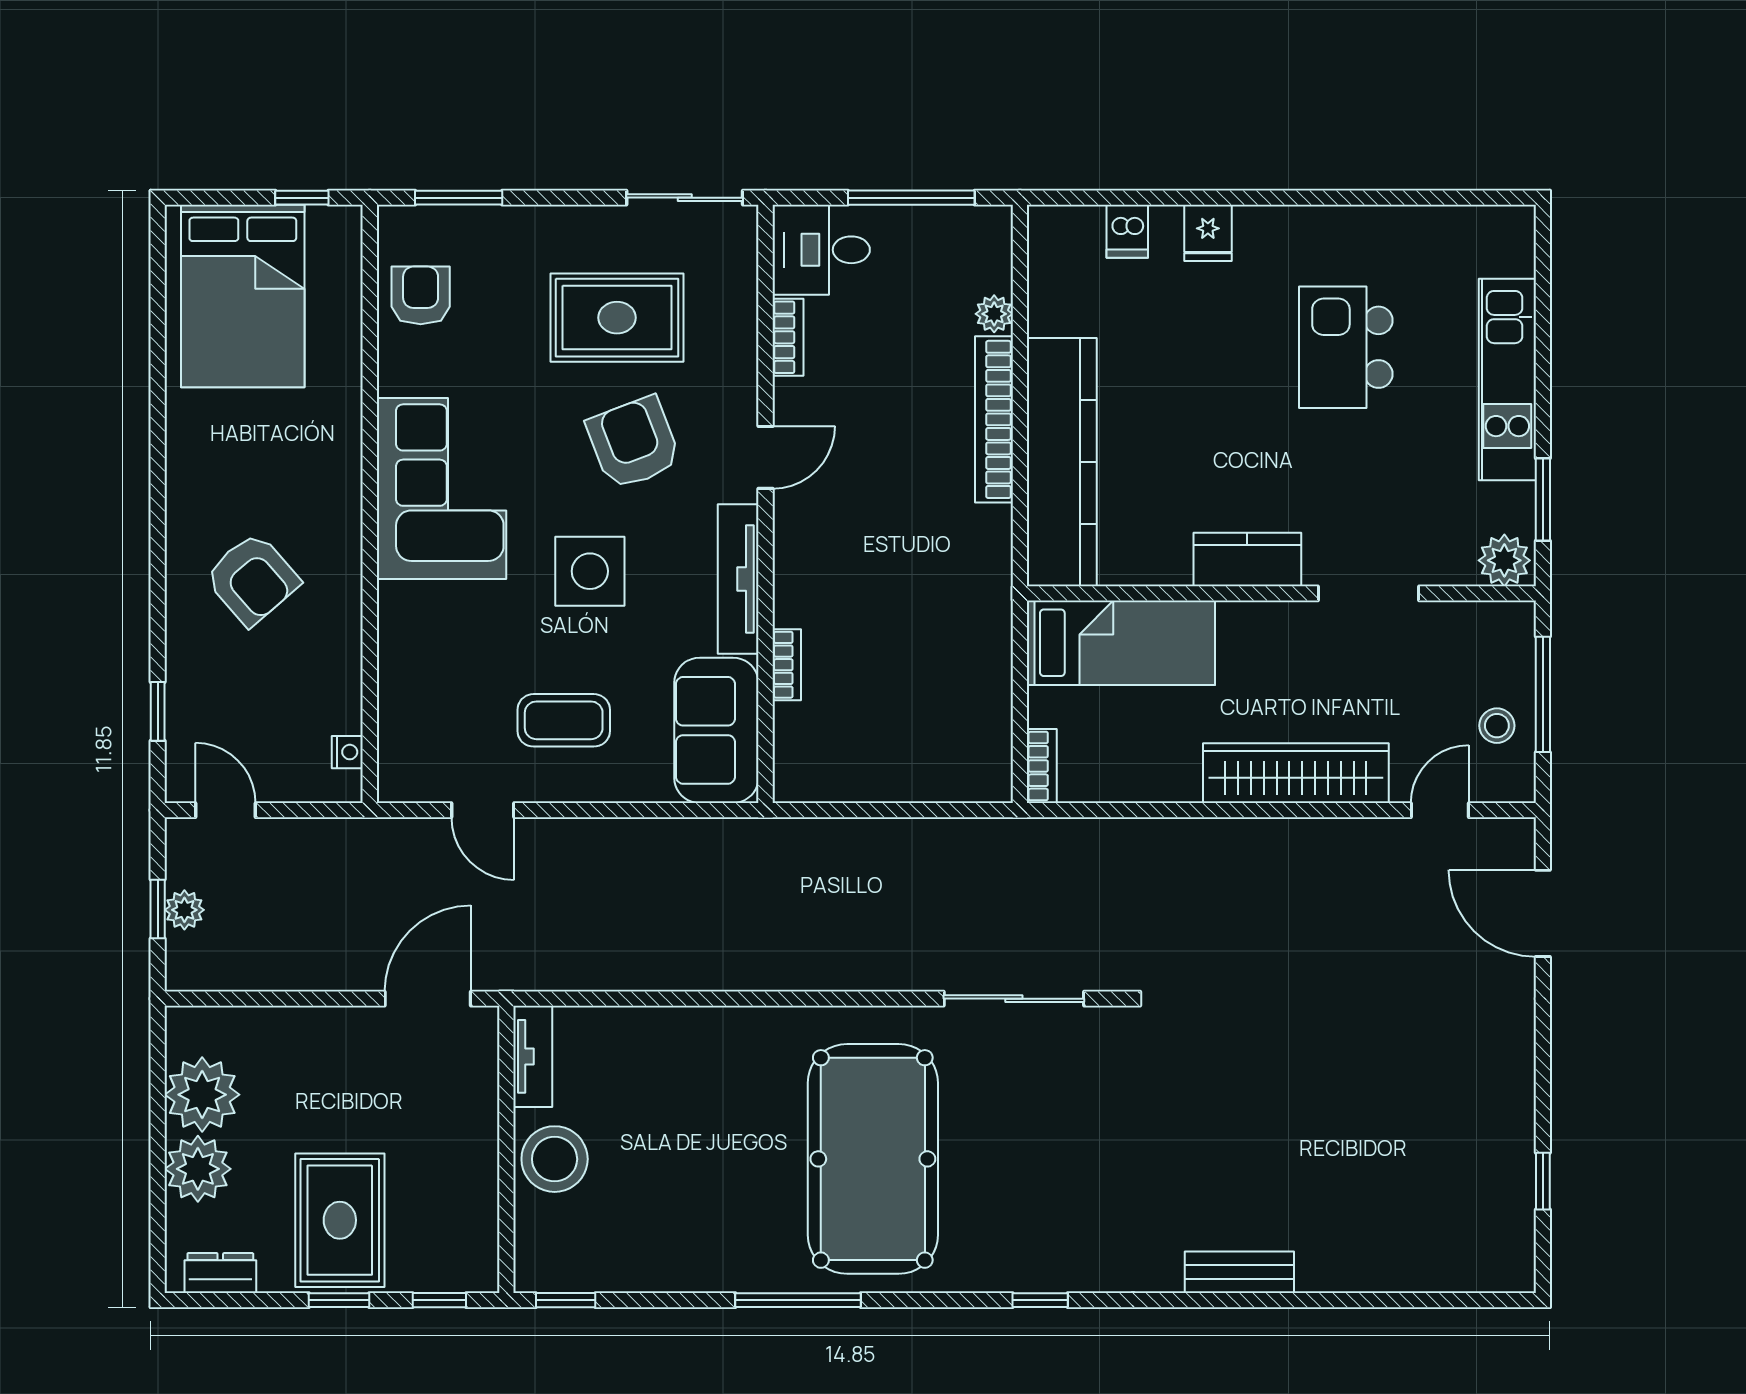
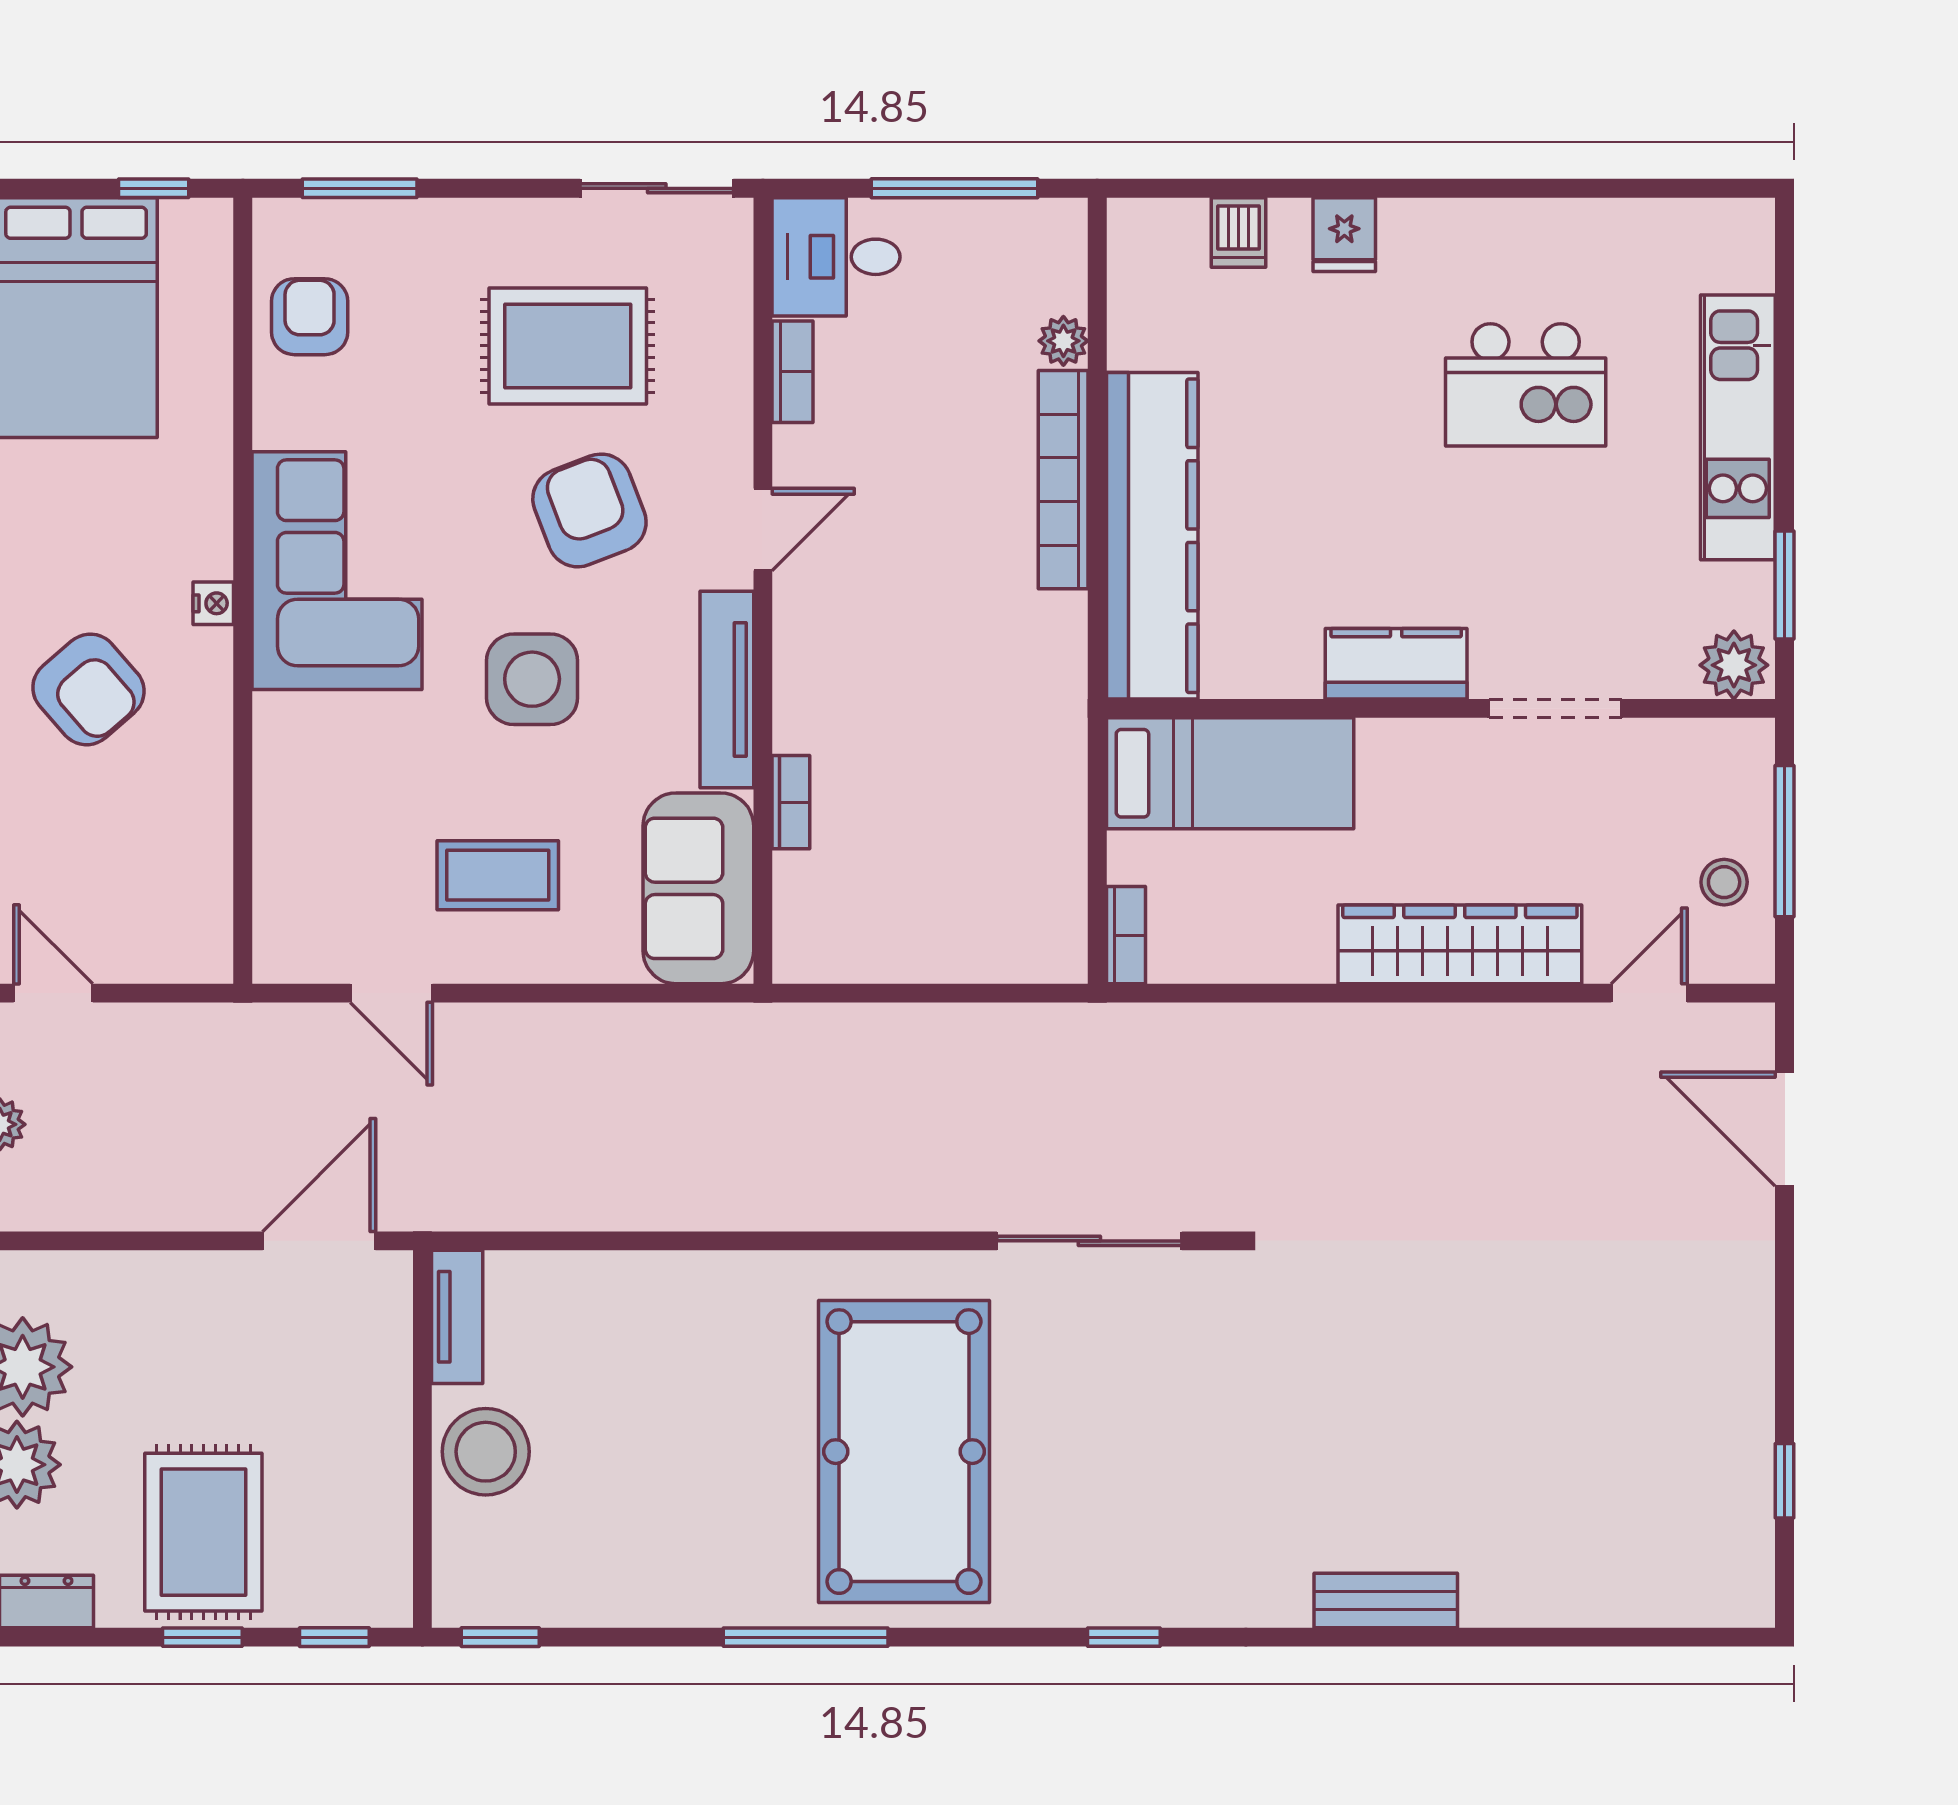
kitchen island: (1346, 347) -> (1526, 385), turned -90
nightstand: (347, 752) -> (213, 603), moved

